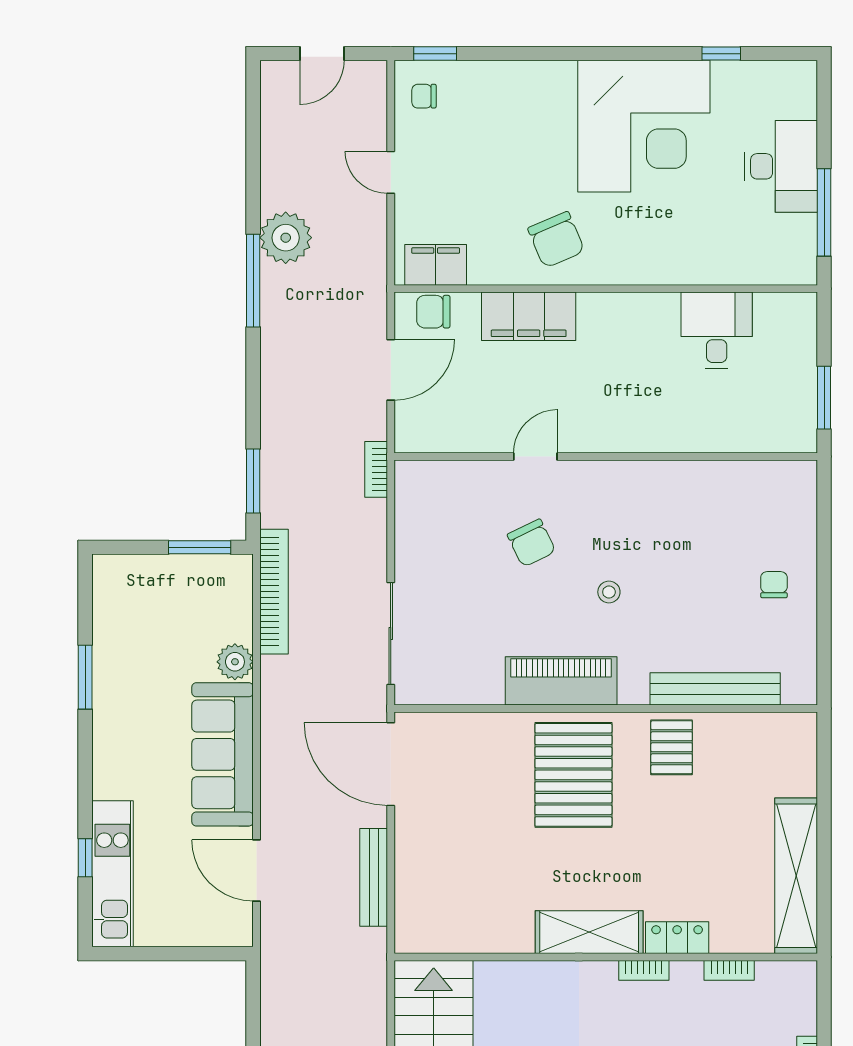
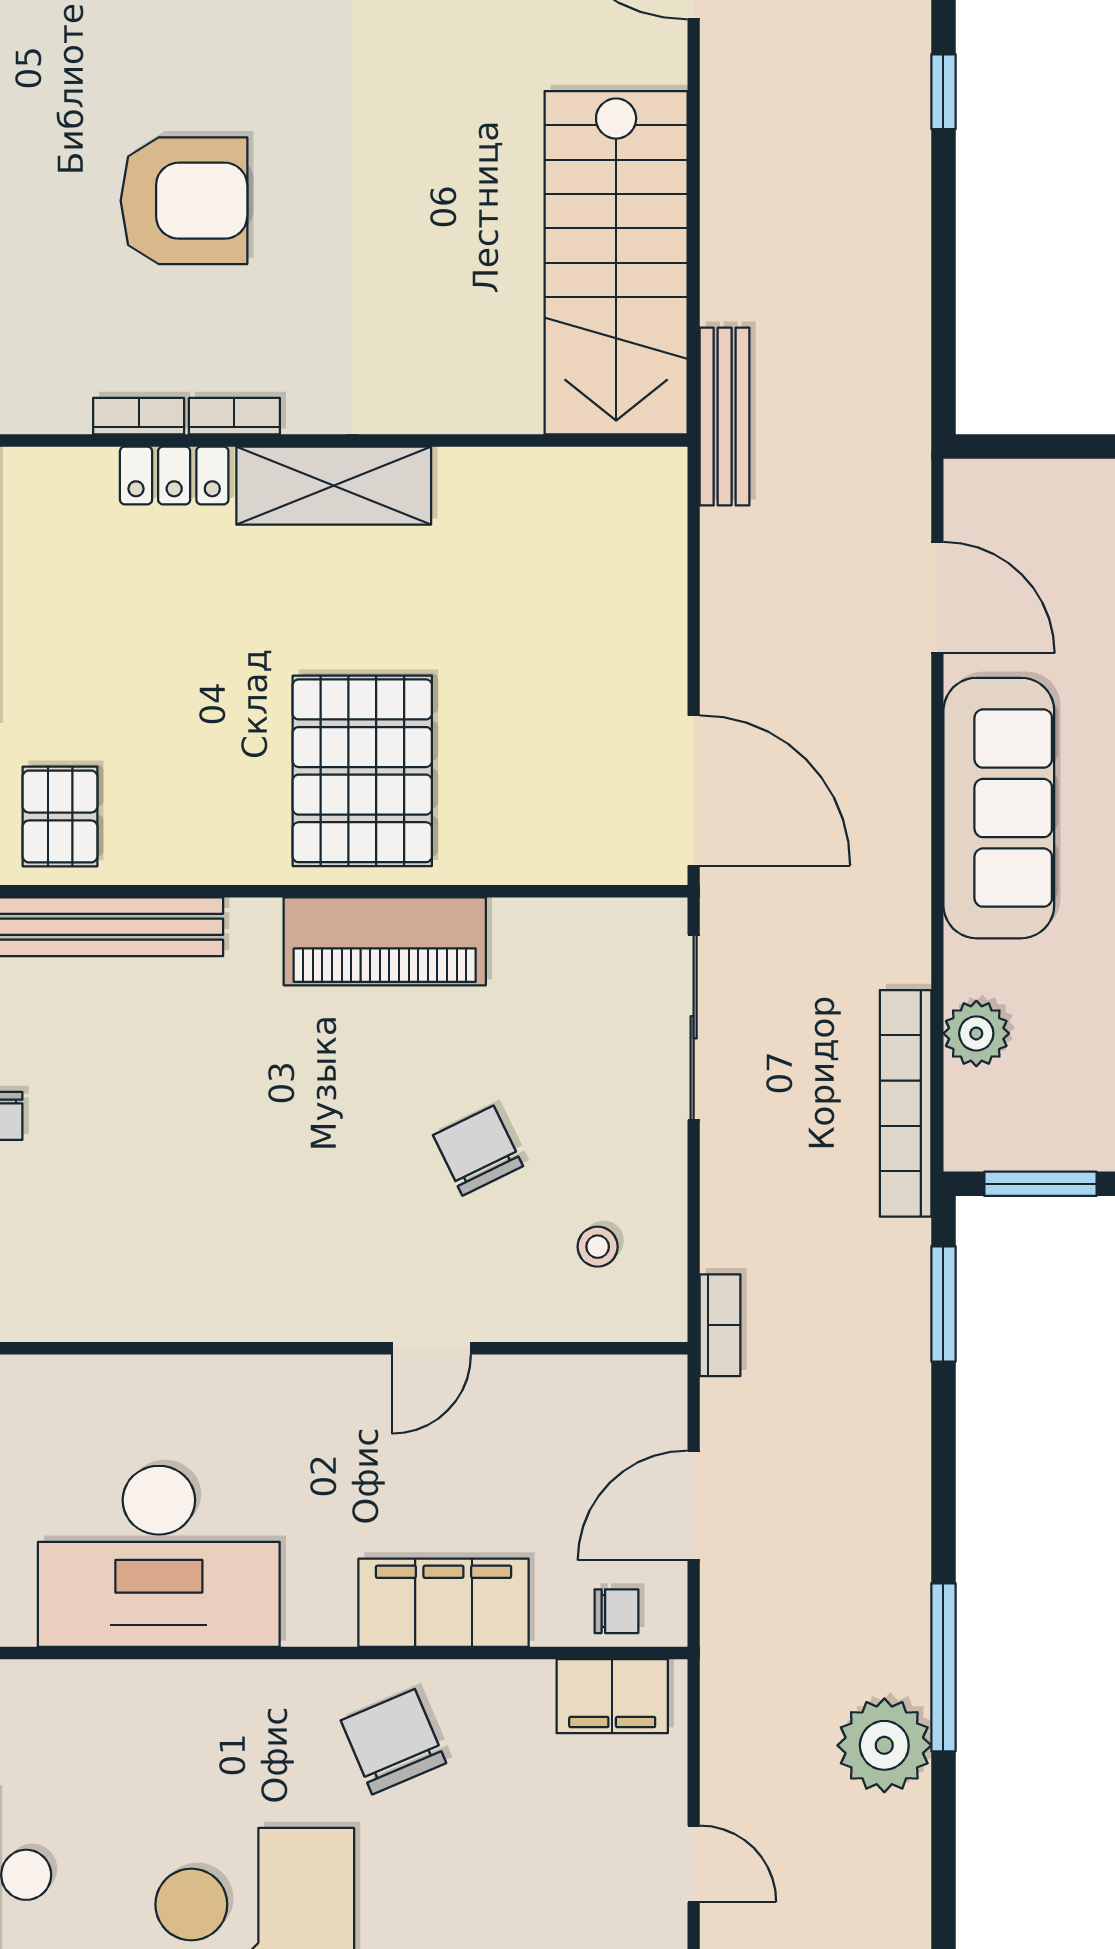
chair: (433, 312) -> (616, 1611), width x0.73, depth x0.73
desk: (717, 330) -> (159, 1556), width x1.87, depth x1.30
chair: (531, 543) -> (478, 1151), moved
stool: (609, 592) -> (598, 1247), moved
plant: (235, 662) -> (976, 1033), moved
pallet: (672, 747) -> (60, 817), moved
bench: (374, 877) -> (725, 417), moved
bookcase: (729, 970) -> (139, 416), moved

